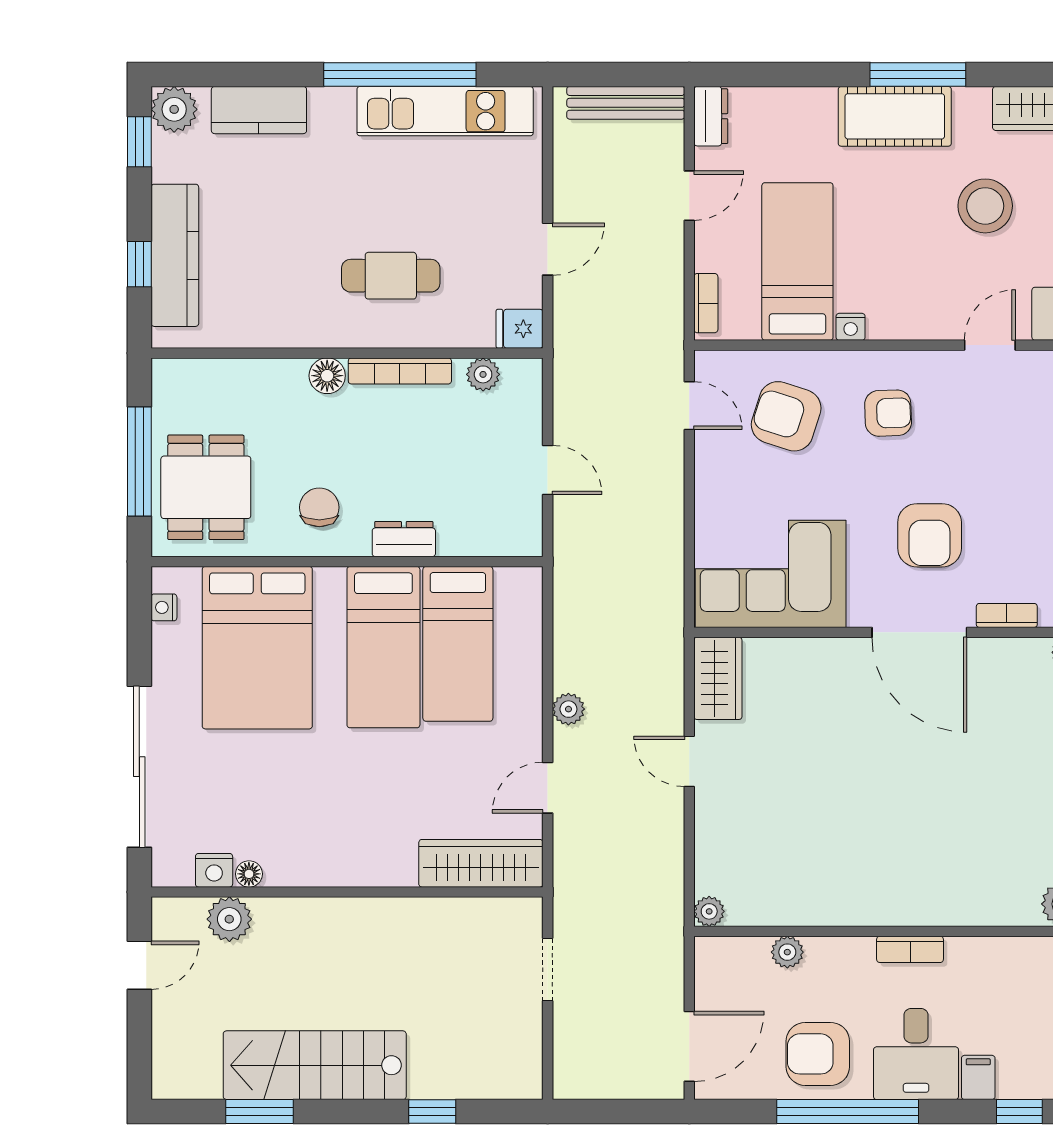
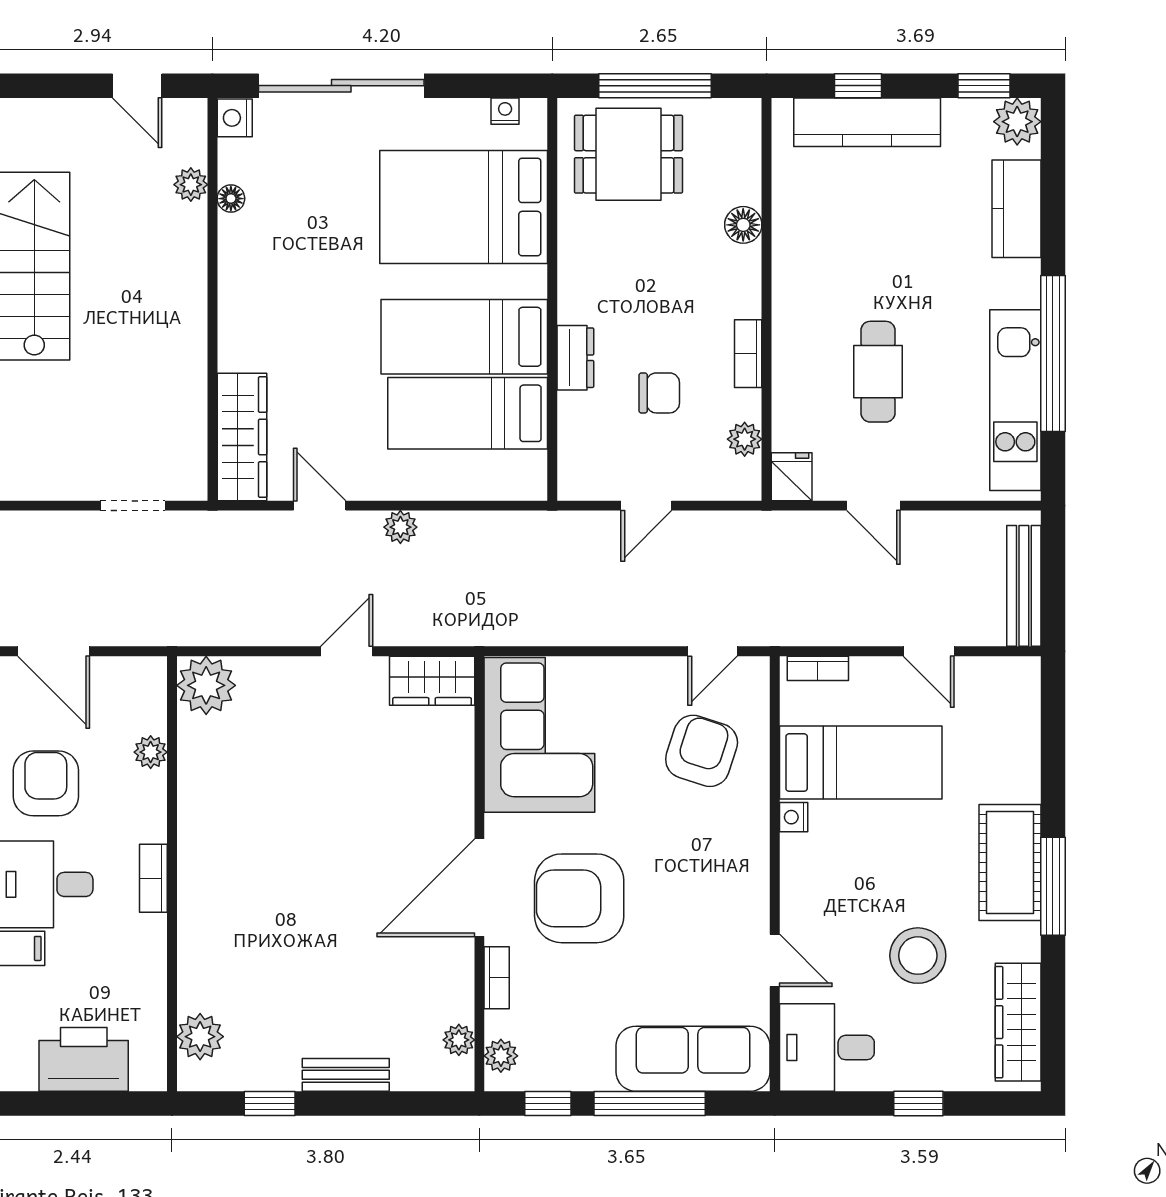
dresser: (711, 116) -> (1010, 673), removed
cafe table: (391, 276) -> (878, 372), moved
bookcase: (400, 371) -> (748, 354), width x0.64
floor lamp: (327, 376) -> (743, 225), moved
armchair: (888, 413) -> (705, 856), removed
chair: (319, 507) -> (659, 393), moved
armchair: (930, 535) -> (579, 898), width x1.36, depth x1.36
nightstand: (214, 870) -> (235, 118), moved
plant: (709, 911) -> (206, 685), width x1.87, depth x1.87
plant: (229, 919) -> (191, 185), width x0.73, depth x0.73

